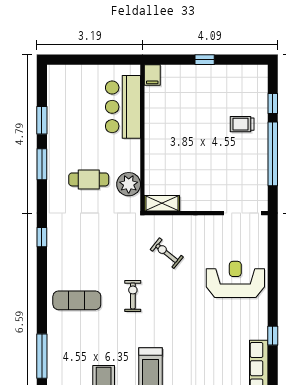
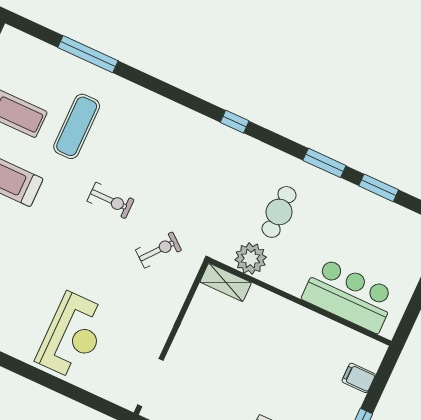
filing cabinet: (152, 75) -> (359, 378), moved
shelving: (162, 203) -> (226, 282), moved, turned 90
exercise bike: (167, 253) -> (159, 250), moved
exercise mat: (77, 300) -> (77, 126), moved

